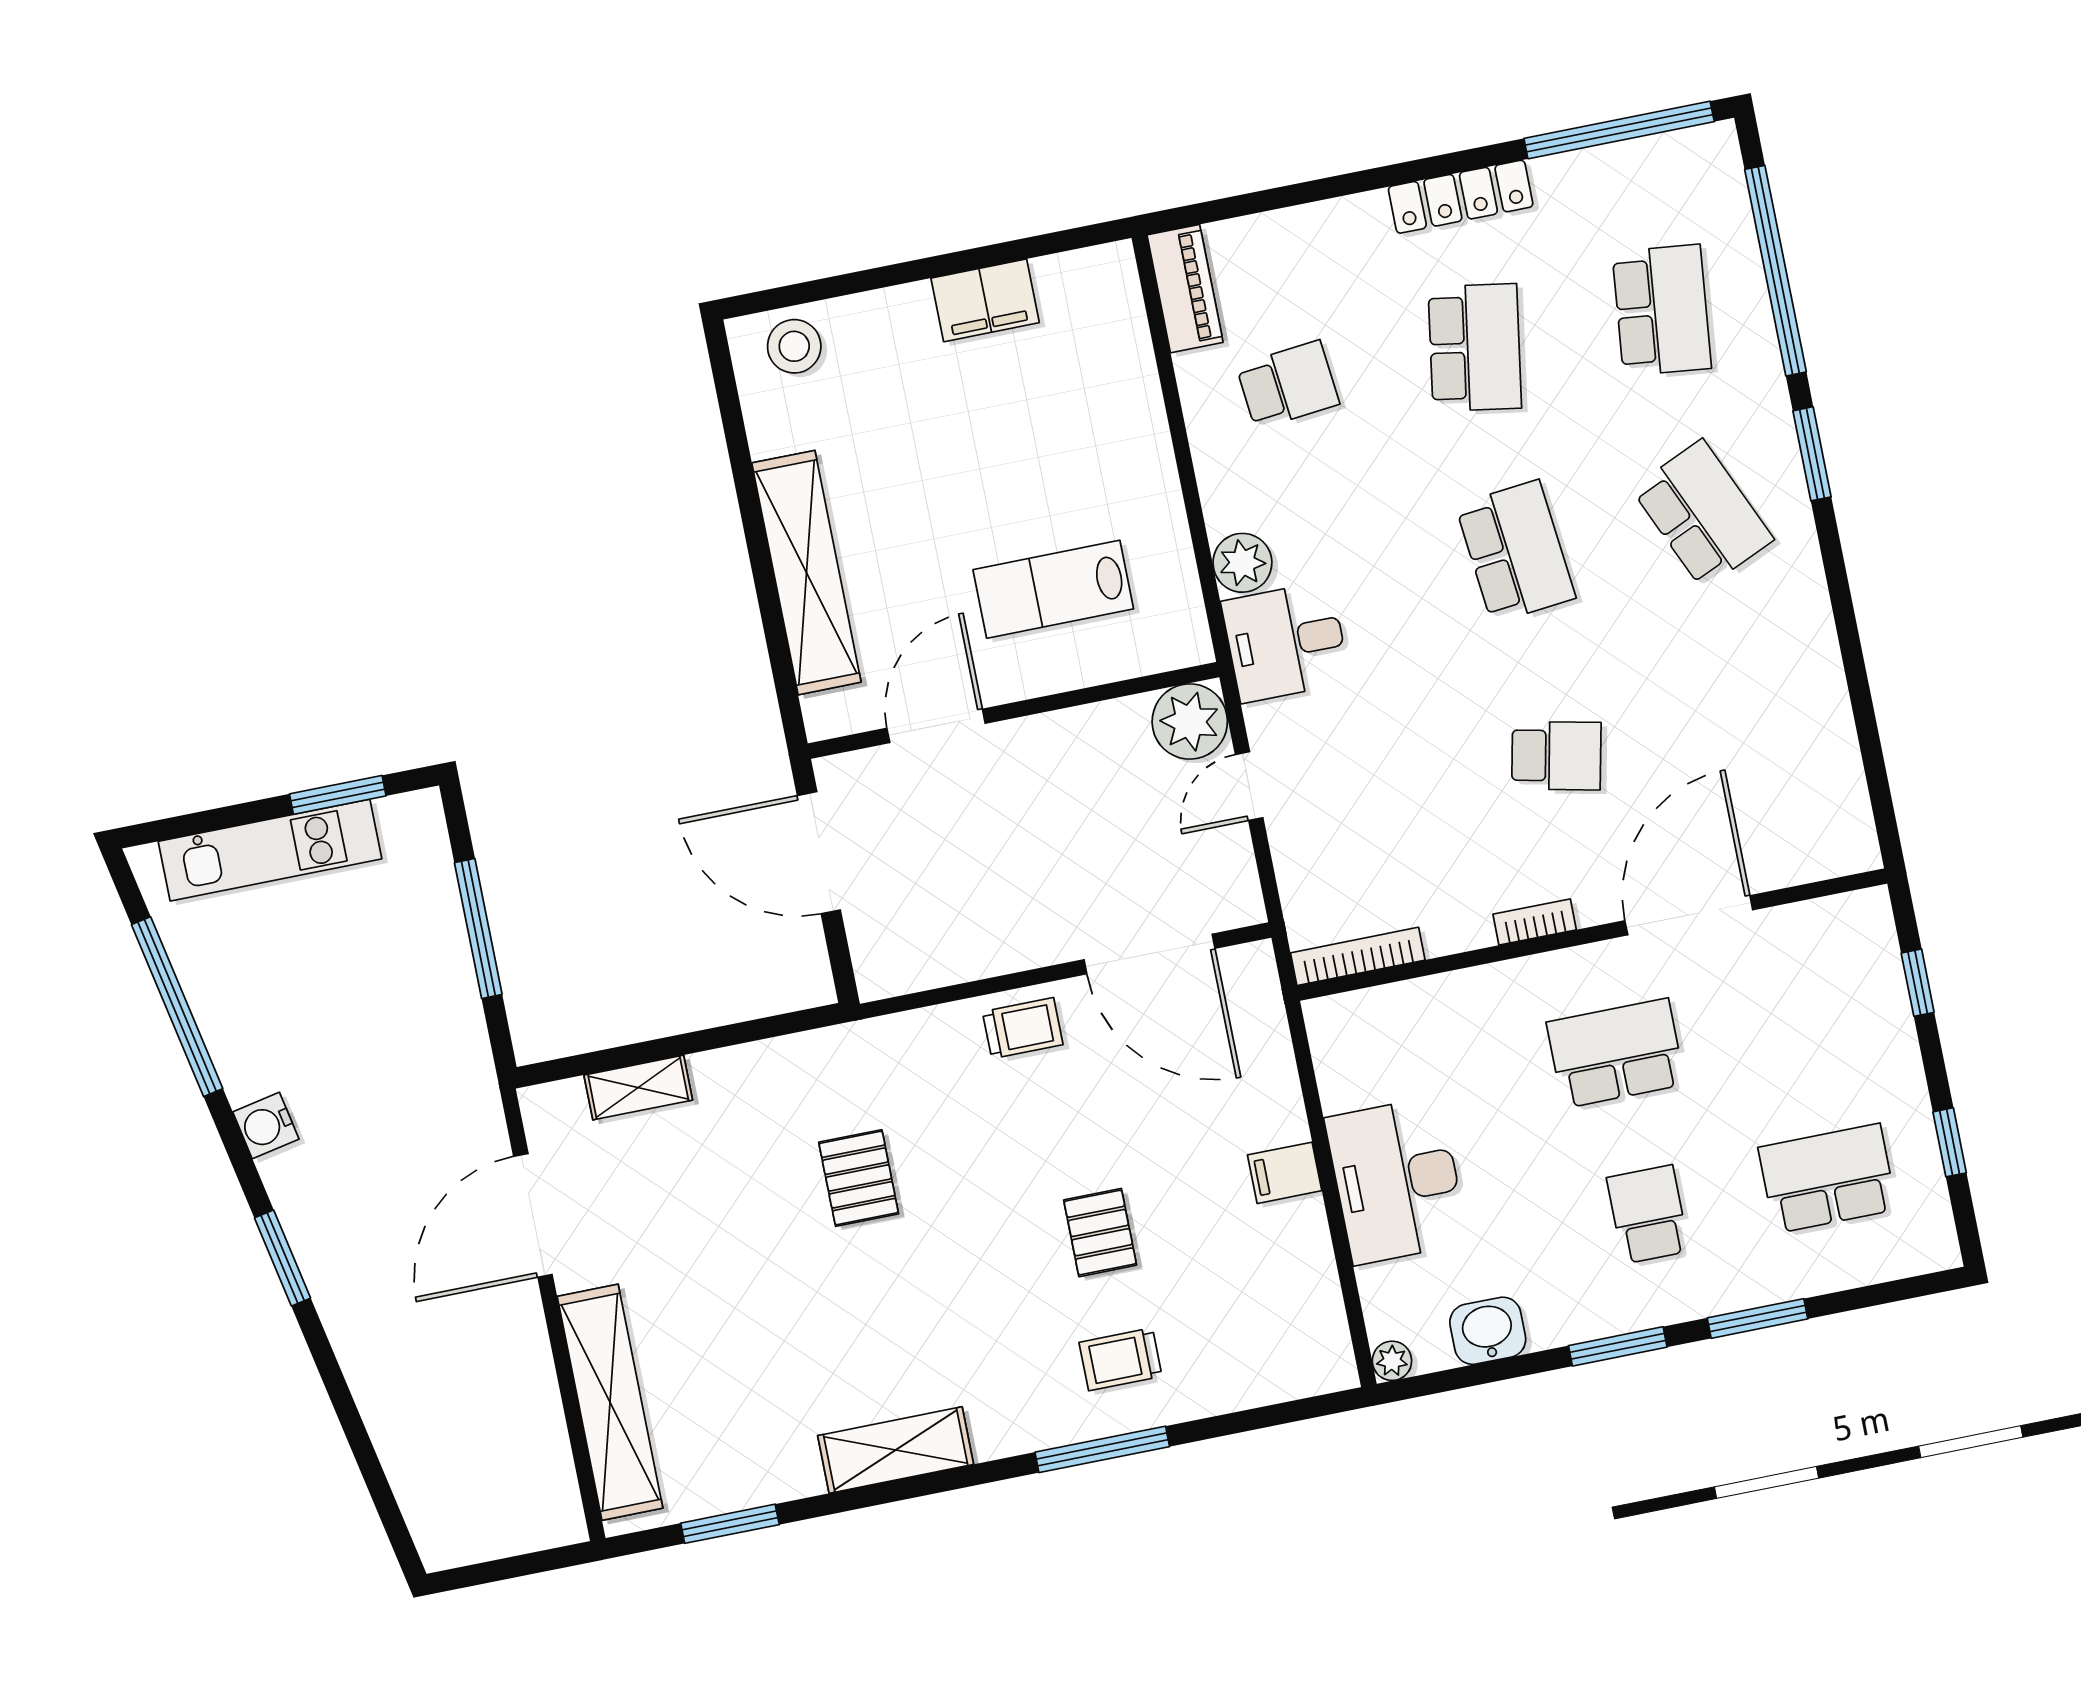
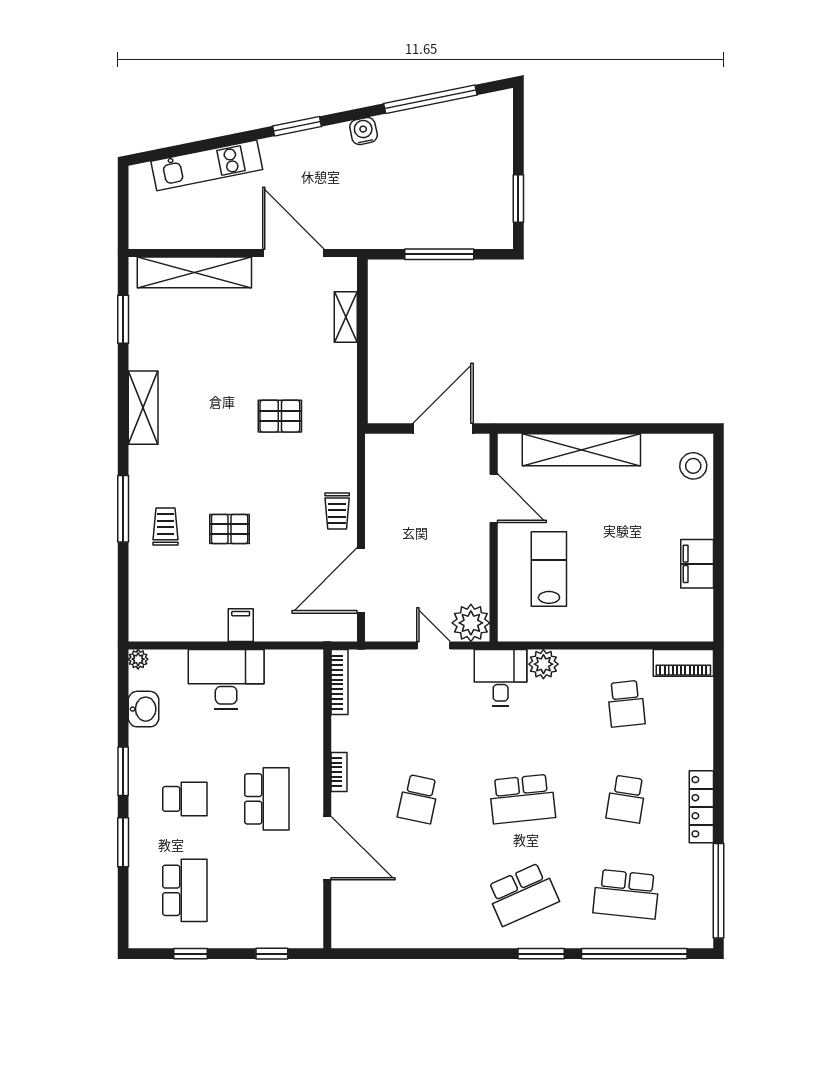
school desk: (1475, 347) -> (626, 799), width x0.54
kitchen unit: (270, 850) -> (207, 165), moved, turned -101

